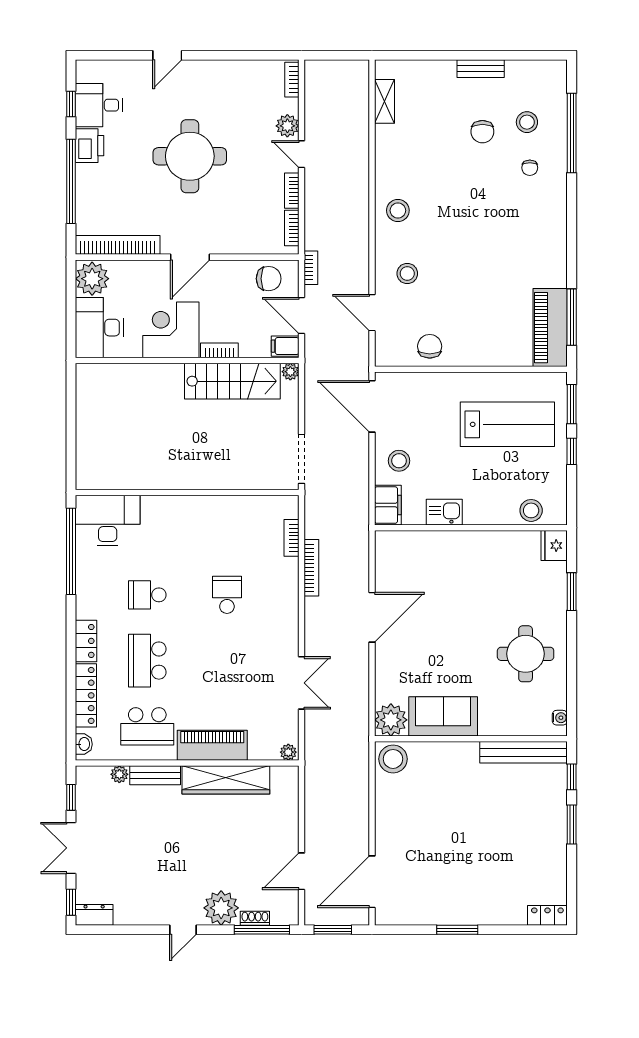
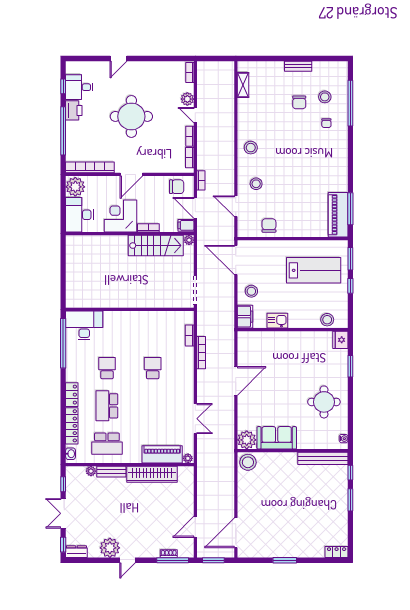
school desk: (147, 595) -> (107, 368), turned 90
piano: (212, 745) -> (162, 454), moved
plant: (221, 908) -> (110, 548), moved

